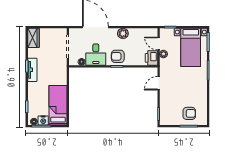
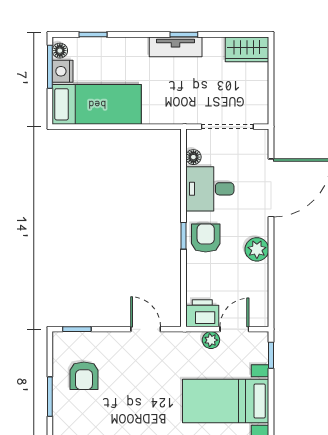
armchair: (189, 113) -> (84, 376), moved

